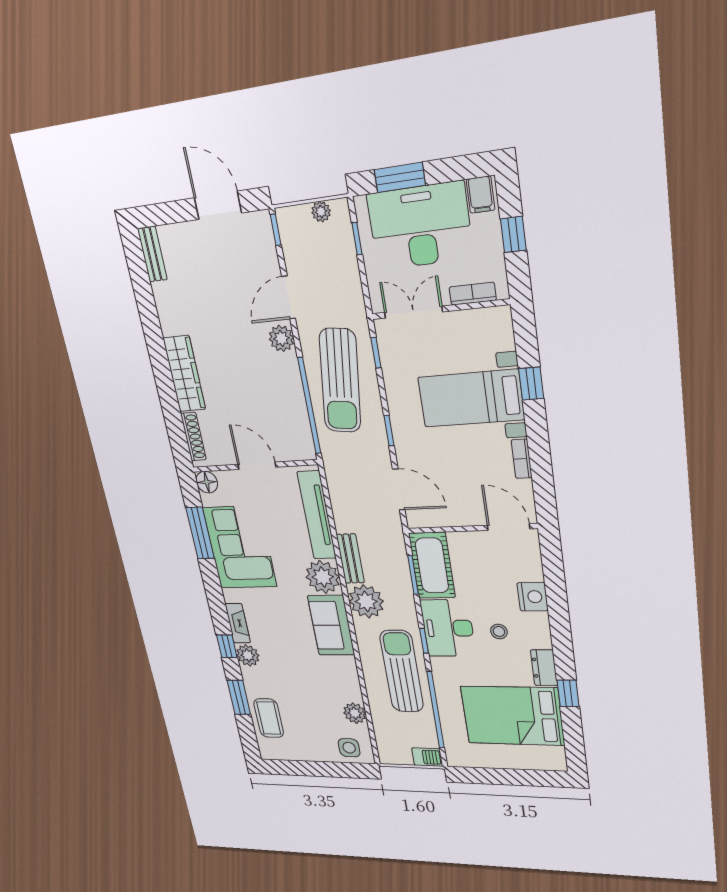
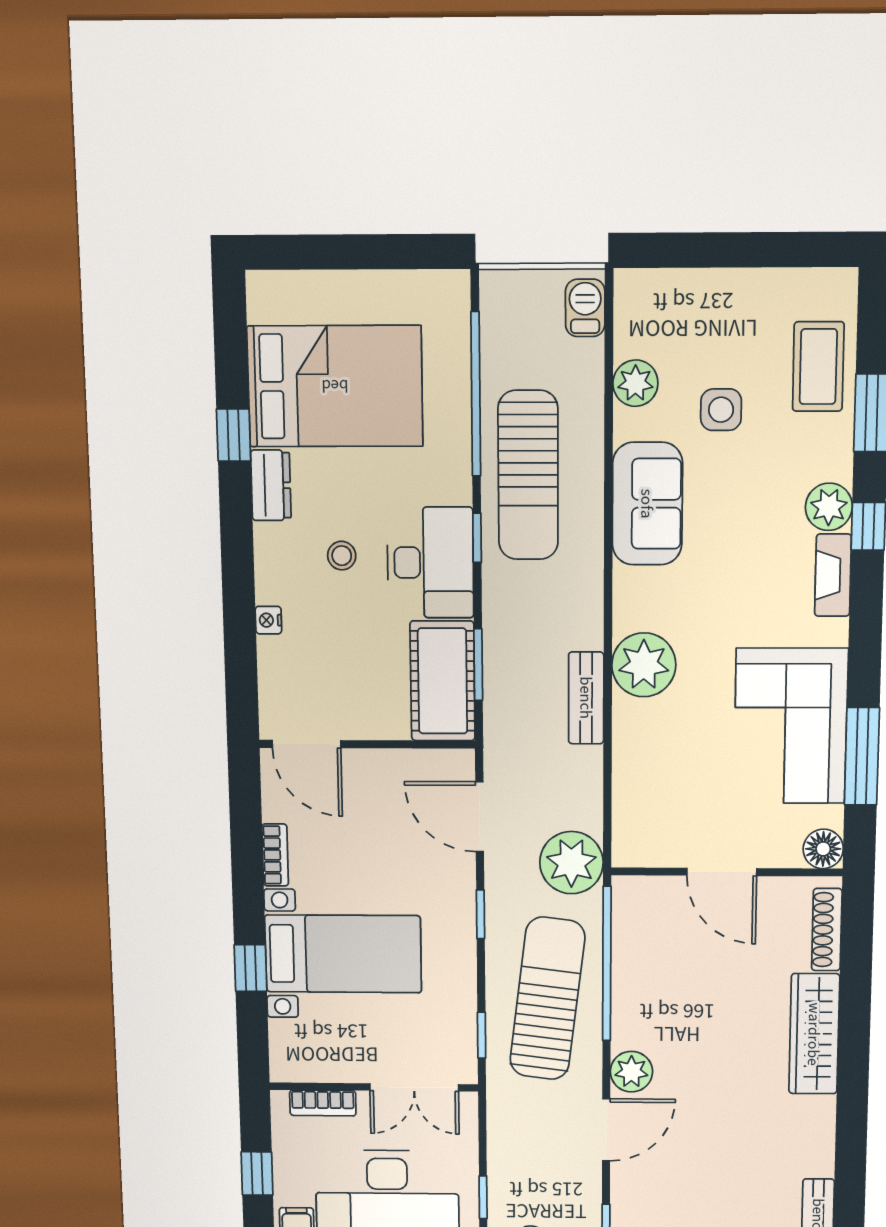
tv unit: (317, 515) -> (632, 779), removed
nightstand: (533, 597) -> (268, 620), width x0.53, depth x0.56
plant: (366, 601) -> (571, 863), moved
sofa: (331, 625) -> (647, 504), moved
side table: (349, 748) -> (721, 410), moved
barbecue: (427, 757) -> (585, 308), moved, turned 90

